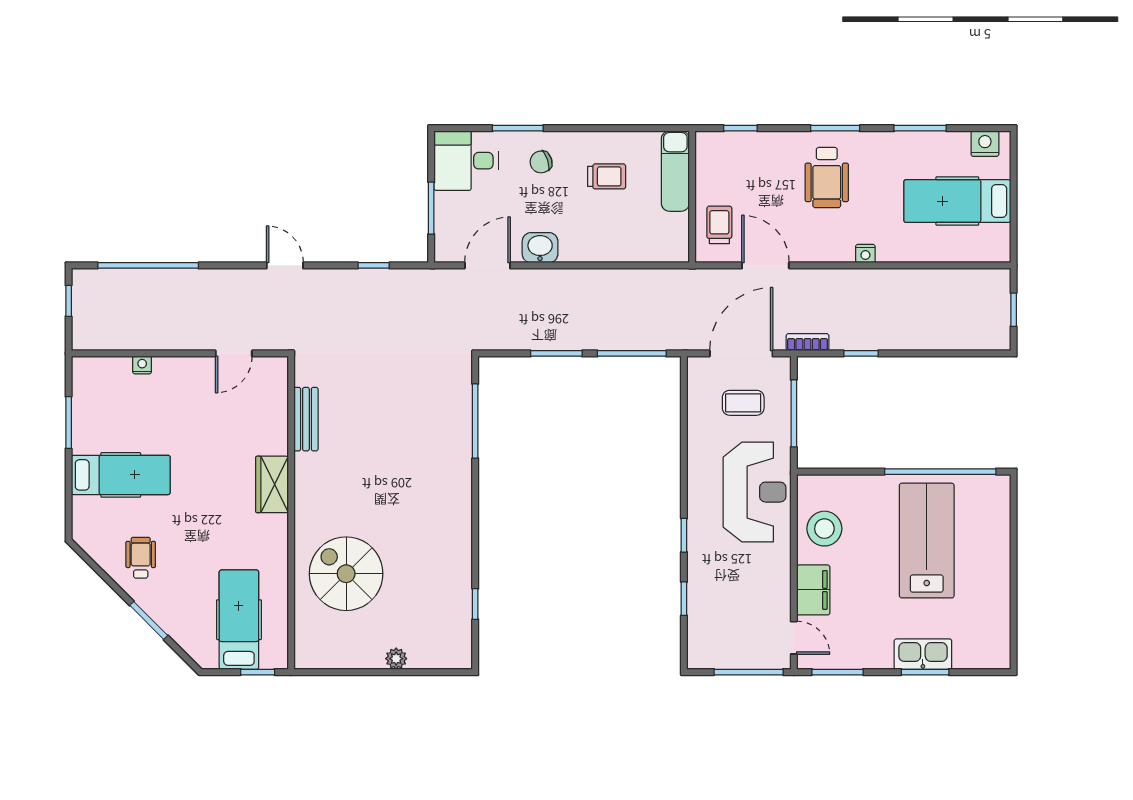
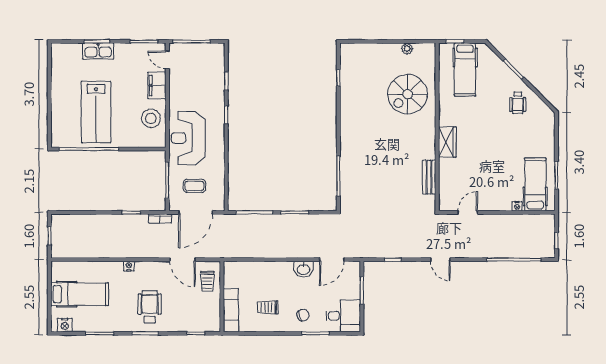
hospital bed: (121, 475) -> (535, 184), moved, turned 90
spiral stairs: (346, 574) -> (408, 94), turned 90
plant: (396, 659) -> (407, 49), moved

